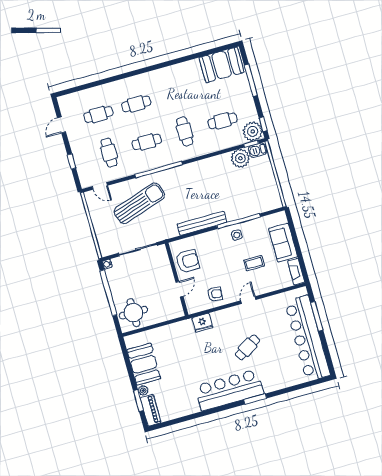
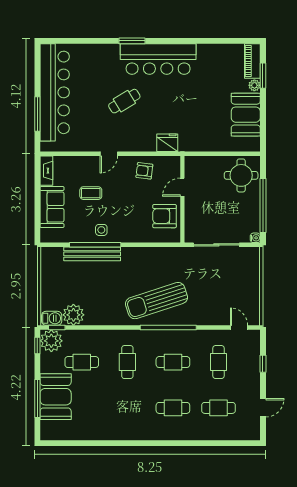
booth: (222, 65) -> (56, 397), moved, turned 90
sun lounger: (139, 203) -> (156, 301), moved
bench: (202, 223) -> (92, 254), moved

